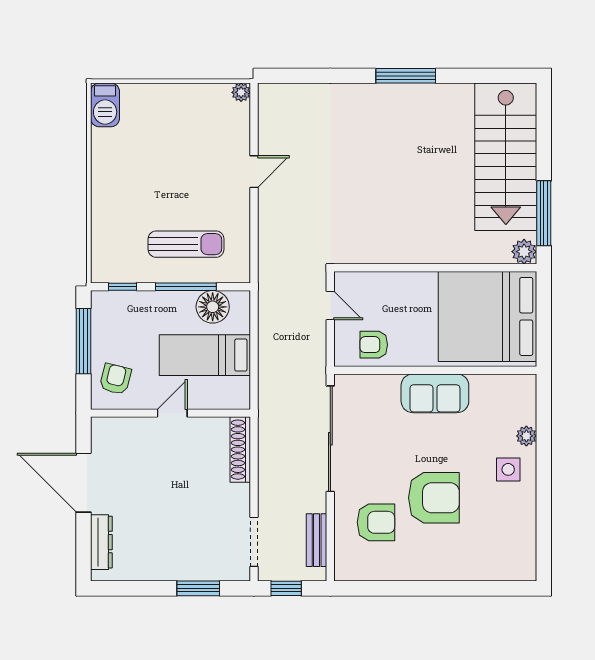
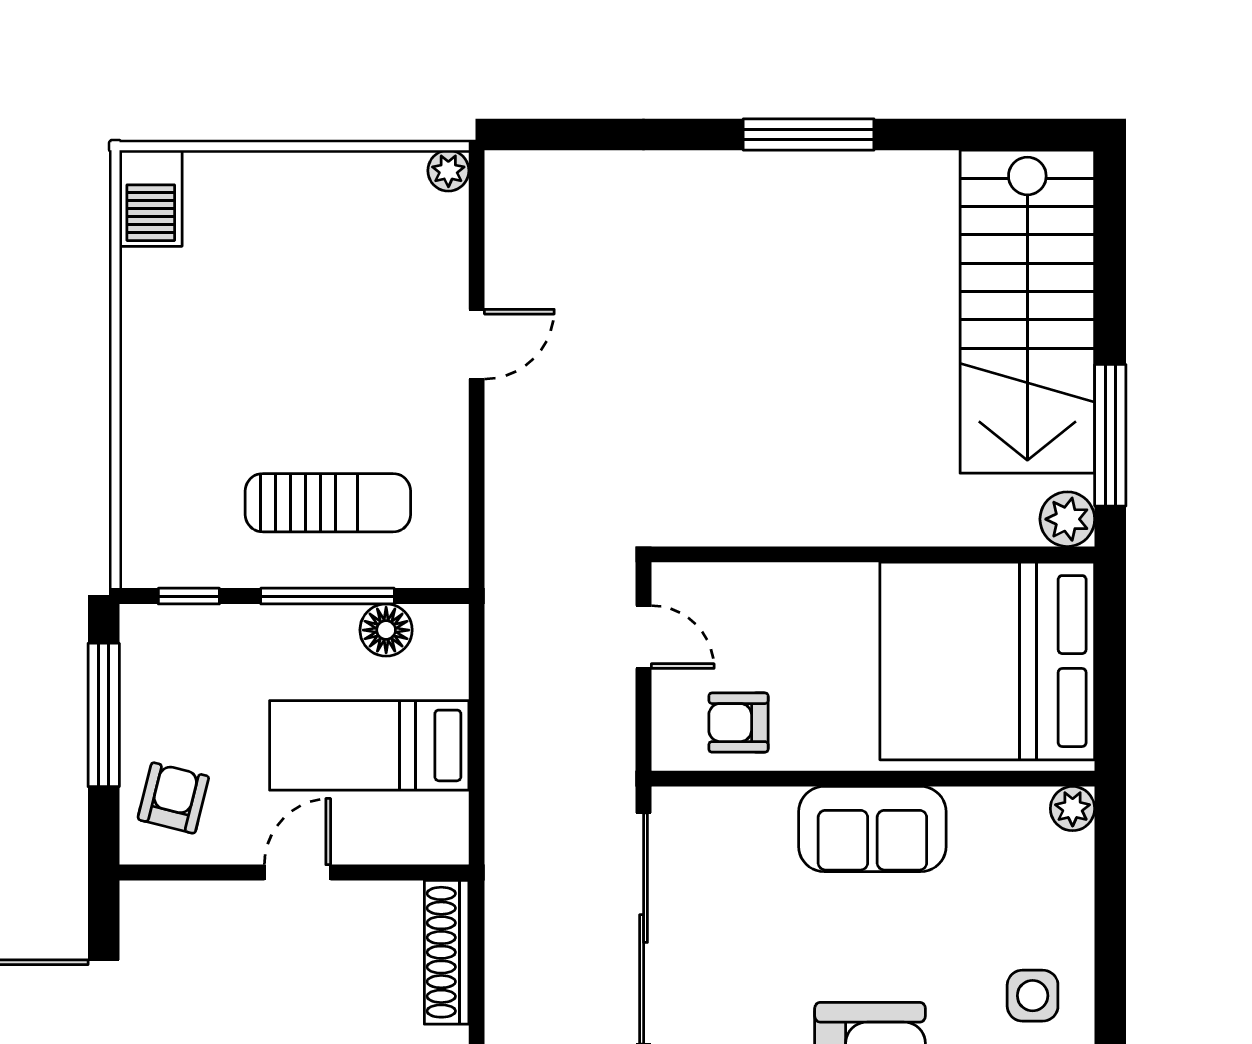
floor lamp: (213, 307) -> (386, 630), width x0.73, depth x0.73
plant: (526, 436) -> (1073, 809), moved

